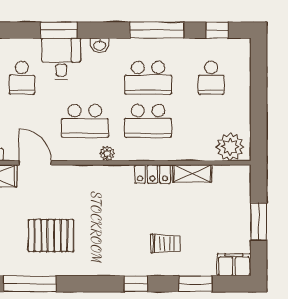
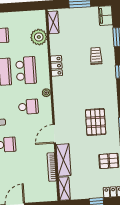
school desk: (85, 121) -> (28, 107), width x0.54
plant: (230, 147) -> (39, 37), moved
shelving: (192, 173) -> (53, 22), moved

